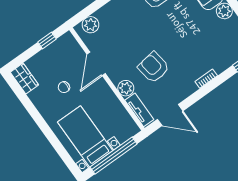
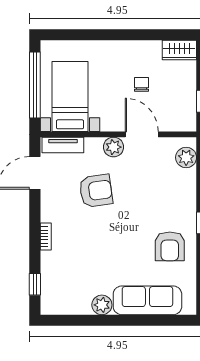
plant: (126, 88) -> (113, 147), moved
bed with nightstands: (85, 136) -> (70, 97), moved, turned -90

